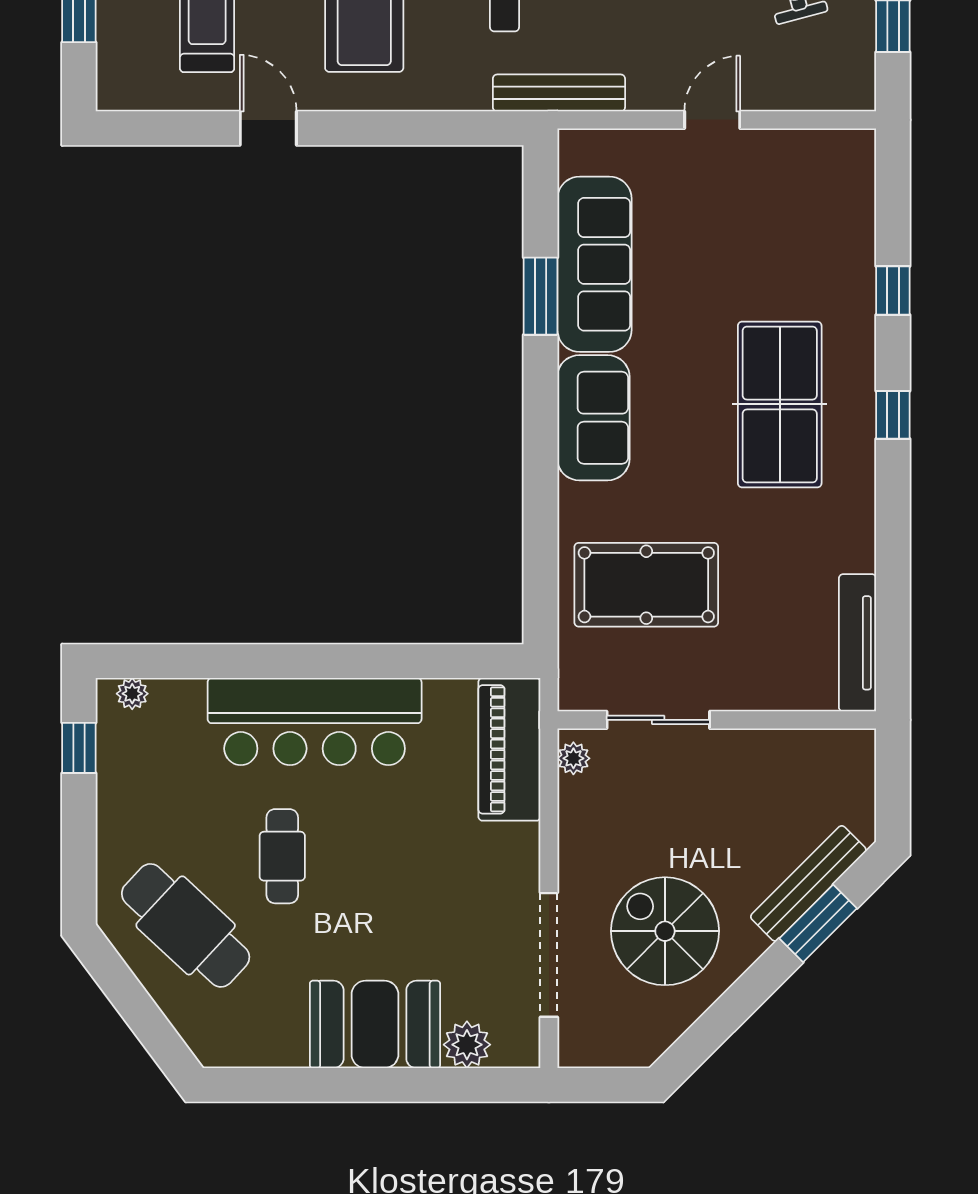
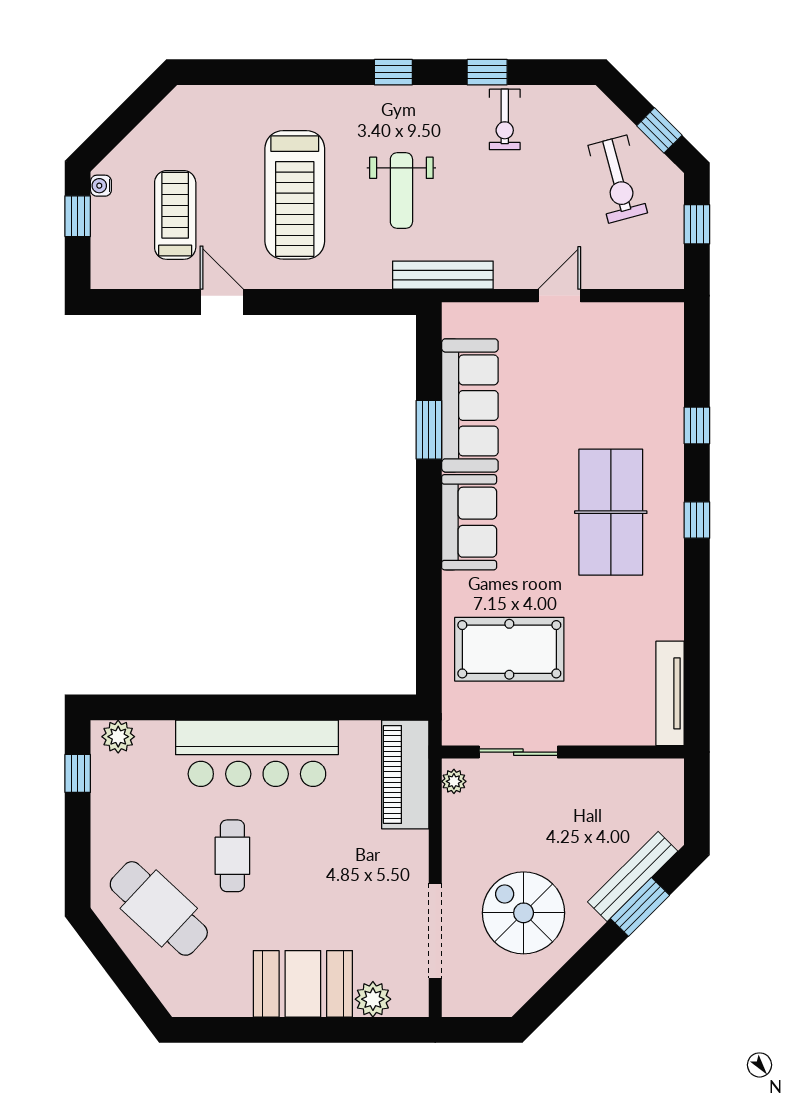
plant: (132, 694) -> (118, 737), width x1.38, depth x1.38

